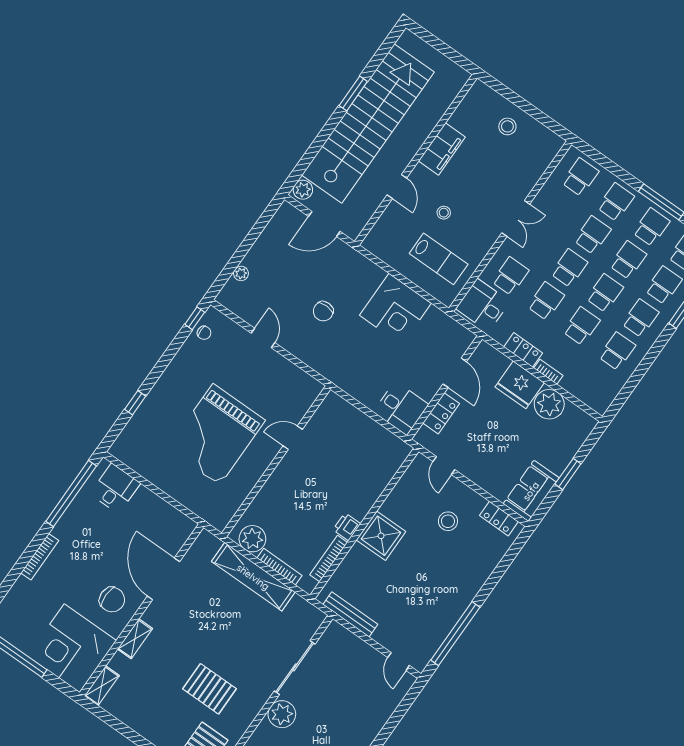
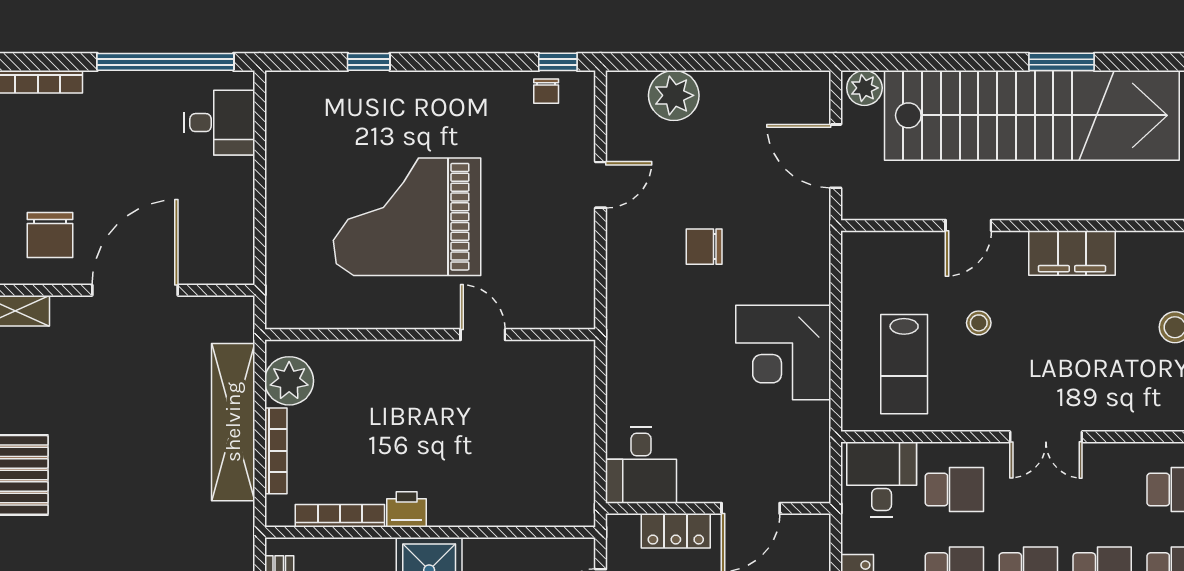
plant: (241, 273) -> (674, 95), width x1.88, depth x1.88

